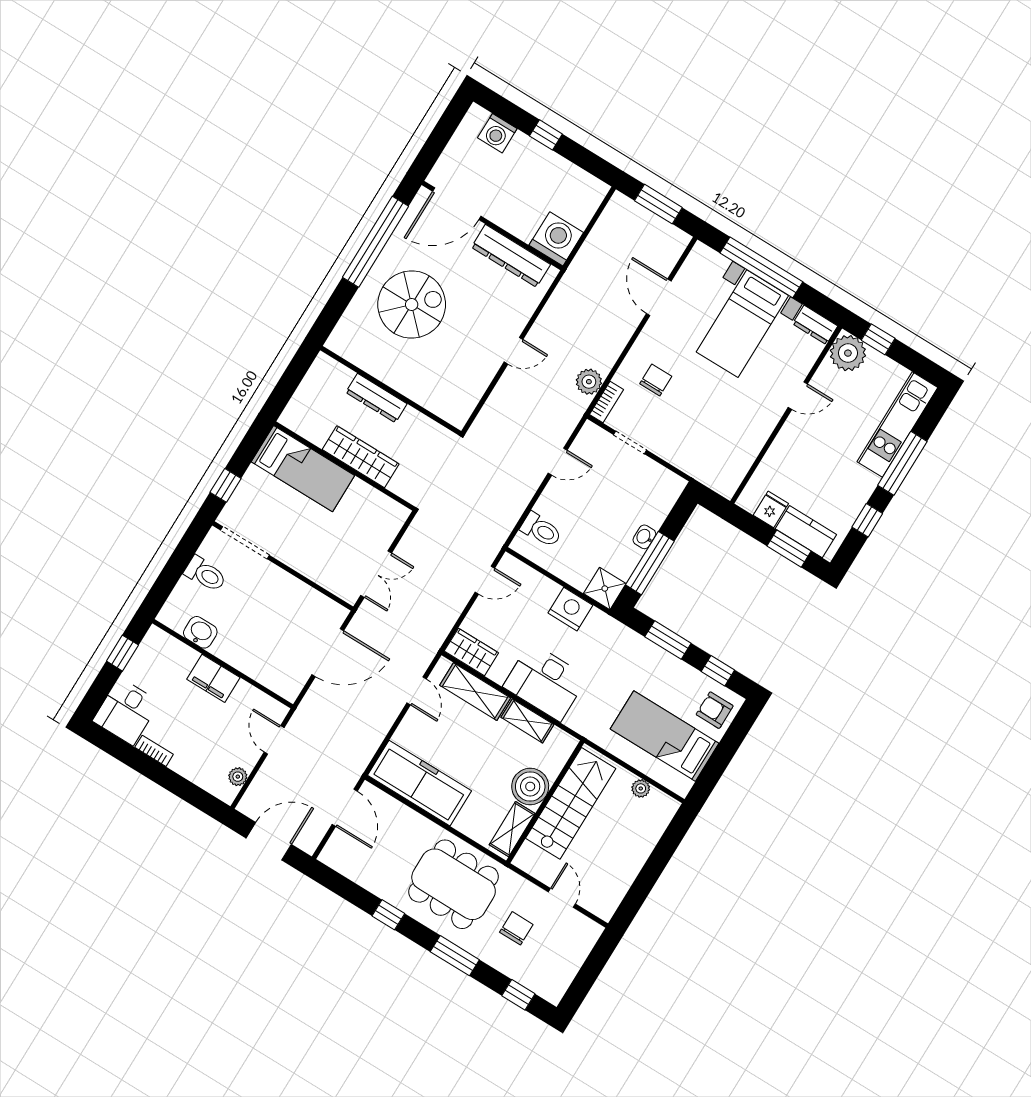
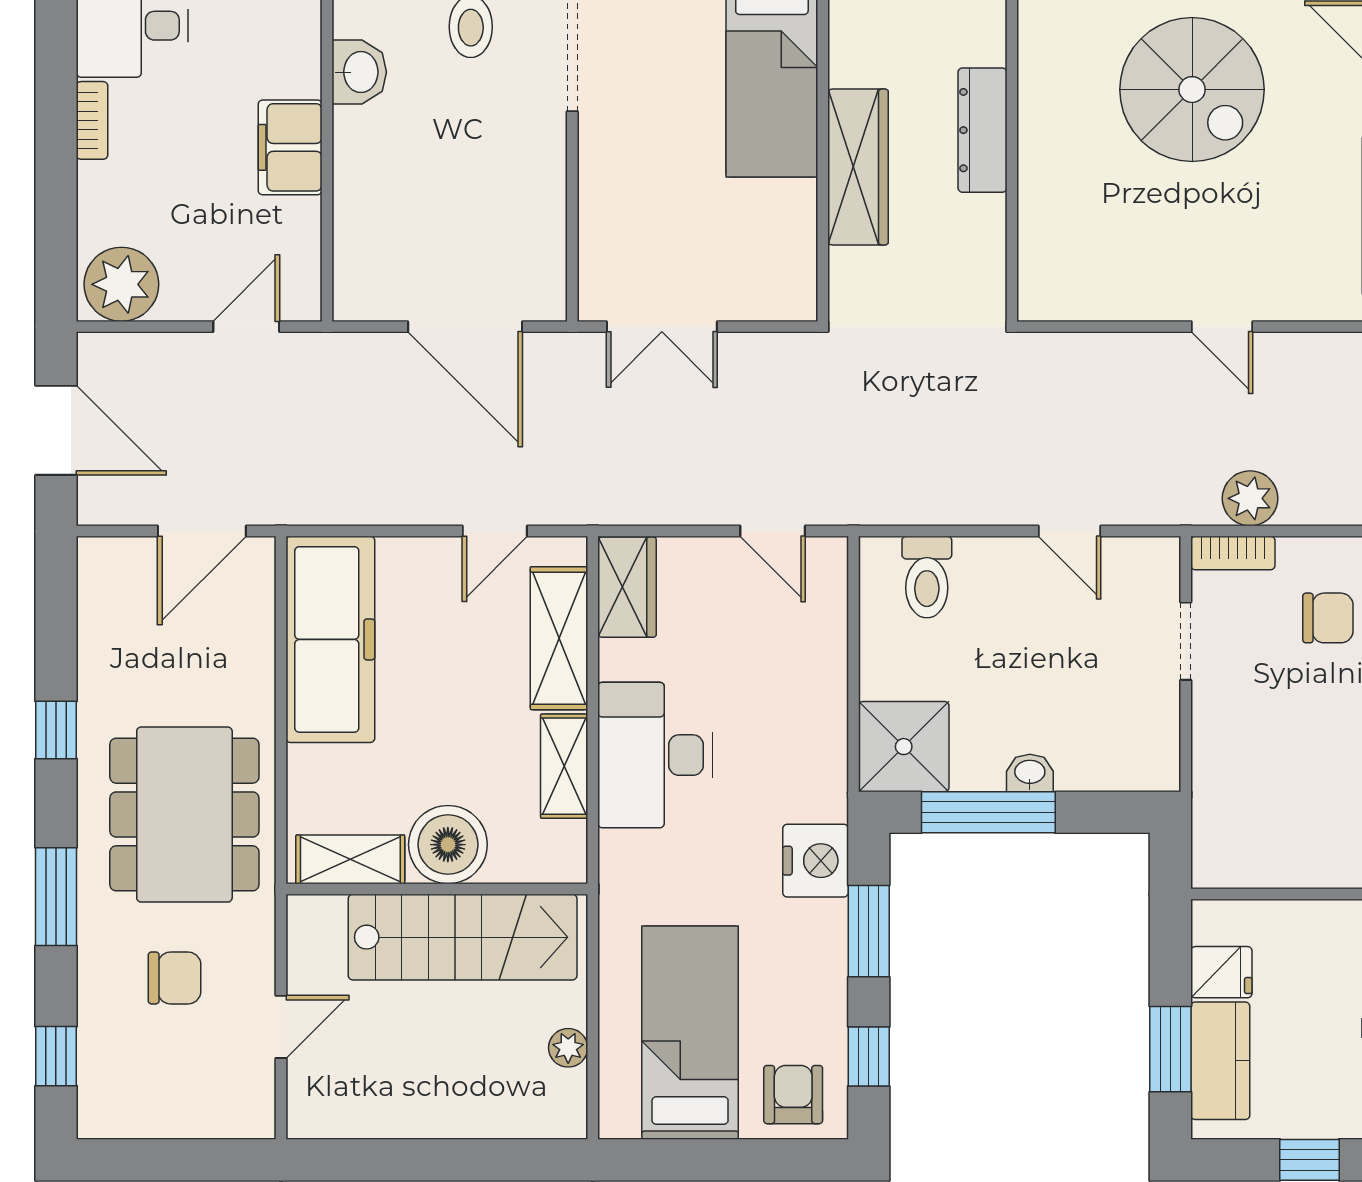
shower: (605, 588) -> (904, 747), width x1.36, depth x1.36
nightstand: (570, 609) -> (816, 861), moved
plant: (238, 777) -> (121, 284), width x1.88, depth x1.88

